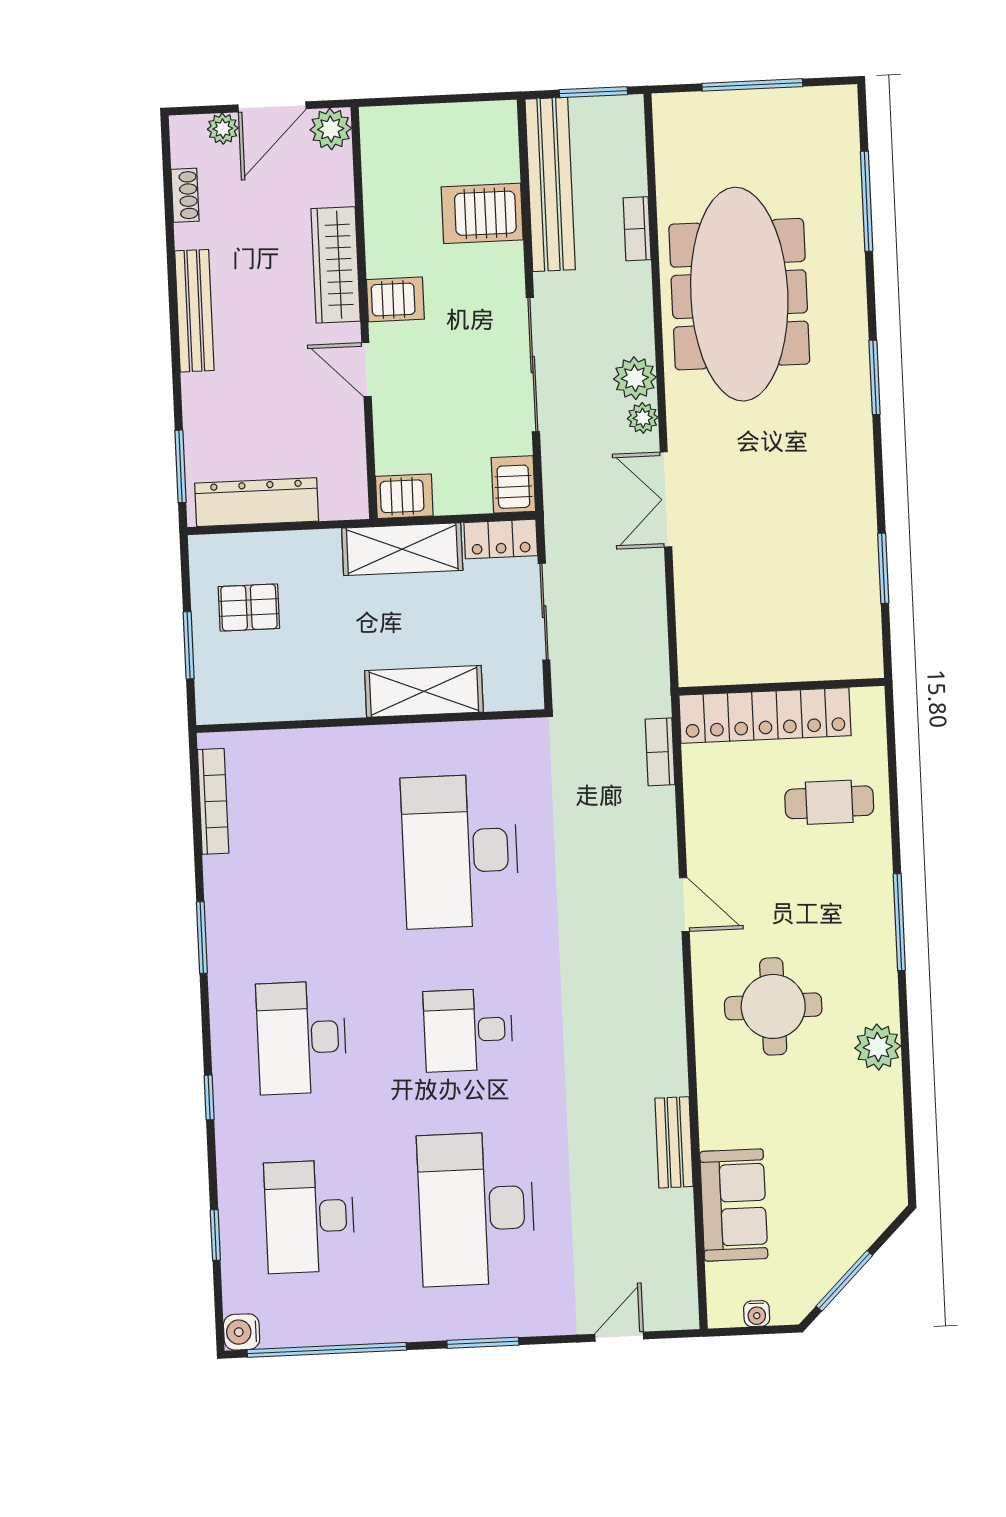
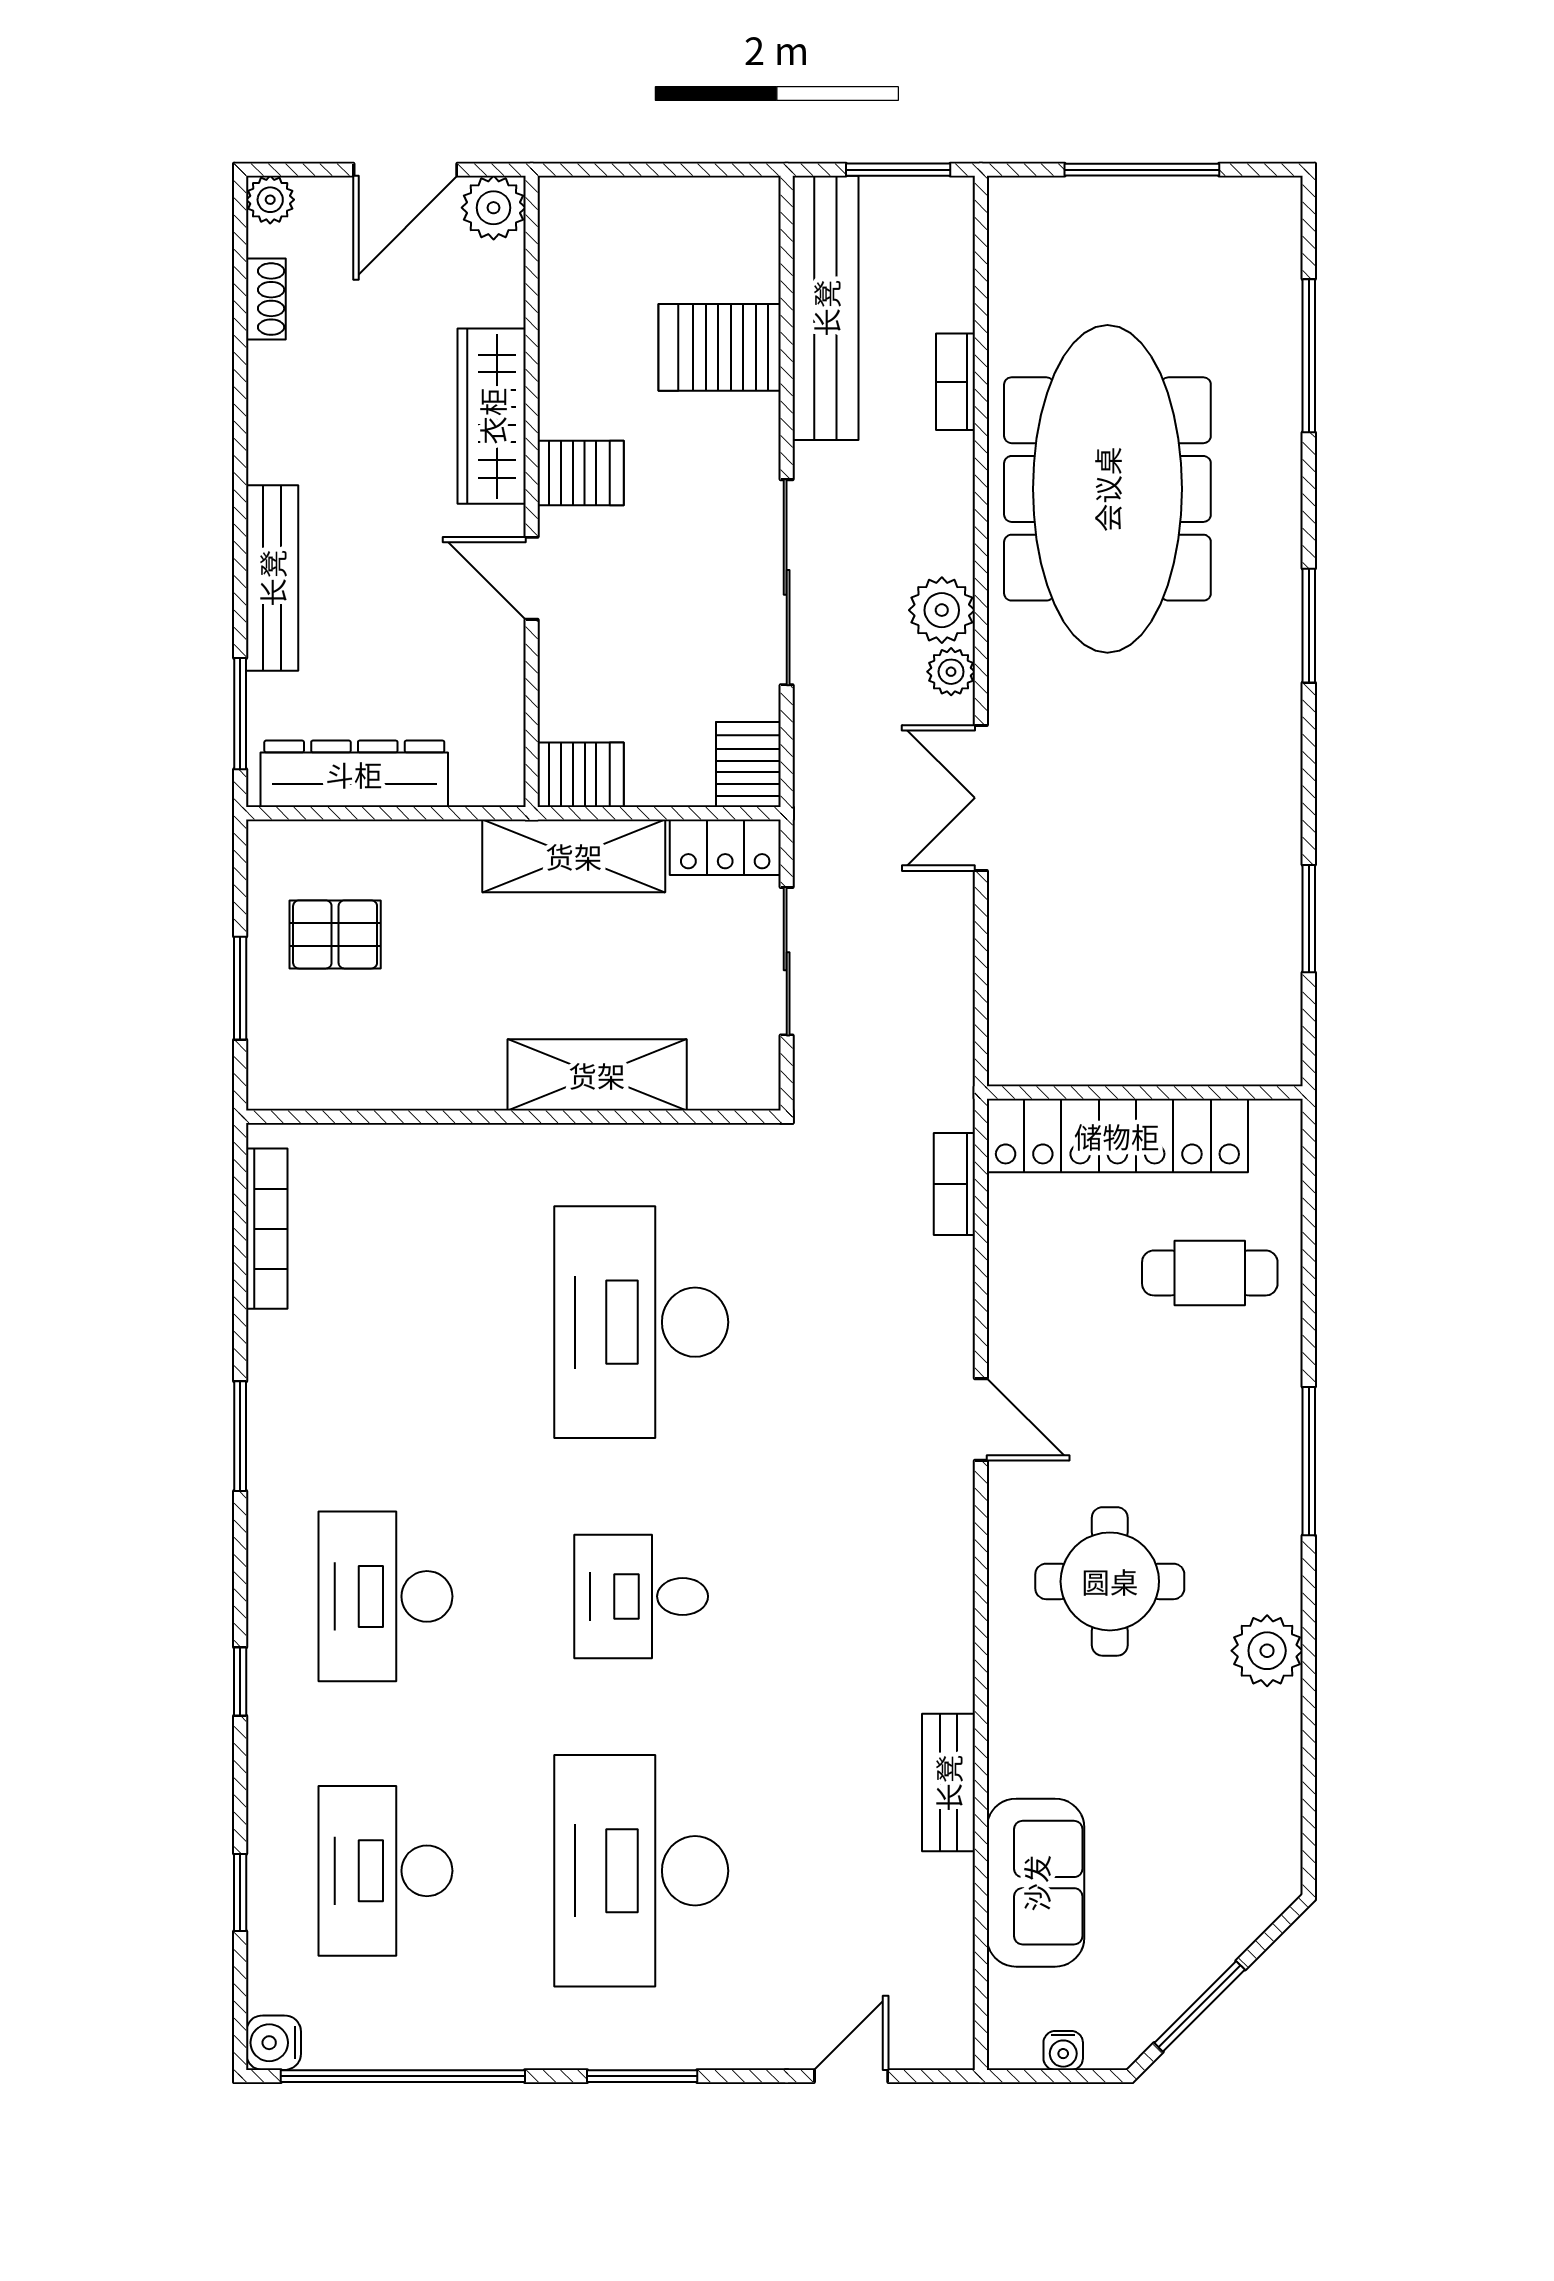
plant: (223, 129) -> (270, 200), moved
bench: (194, 311) -> (272, 578), moved

